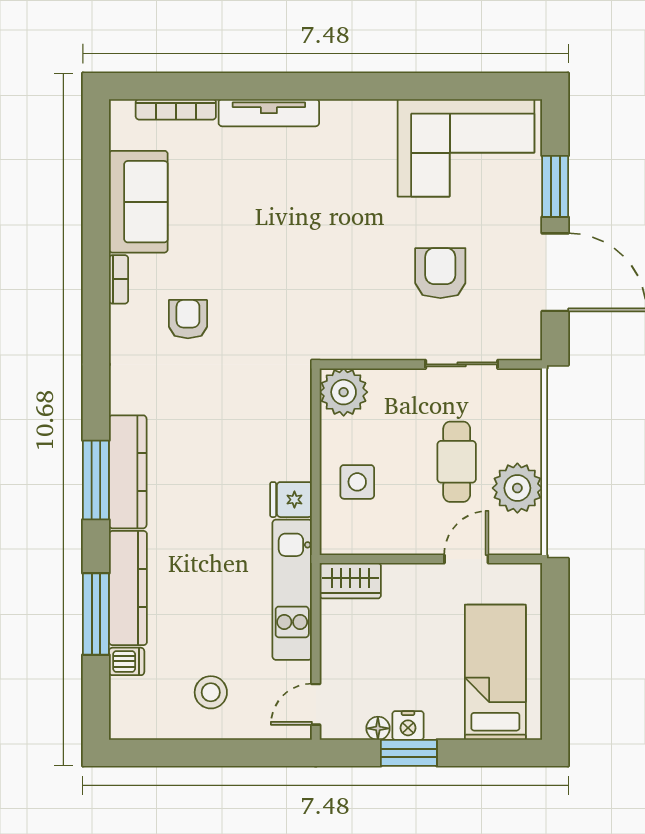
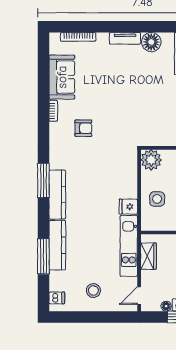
tv unit: (269, 113) -> (125, 38), width x0.71
floor lamp: (344, 121) -> (151, 42), added
armchair: (188, 319) -> (83, 128), turned 90
window: (96, 480) -> (43, 181), moved
wardrobe: (350, 581) -> (149, 256), moved, turned -90
dishwasher: (127, 661) -> (57, 298), moved

